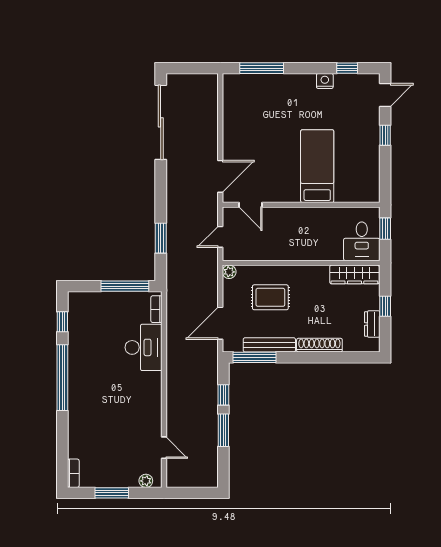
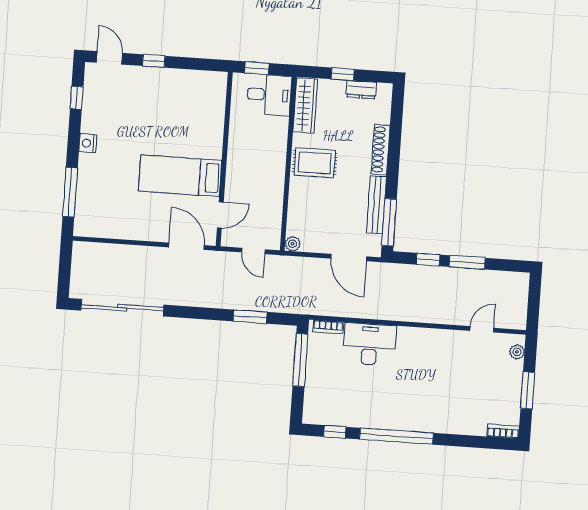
nightstand: (325, 81) -> (88, 143), moved
bed: (317, 166) -> (180, 176), moved
rug: (270, 297) -> (315, 163), moved, turned 90

